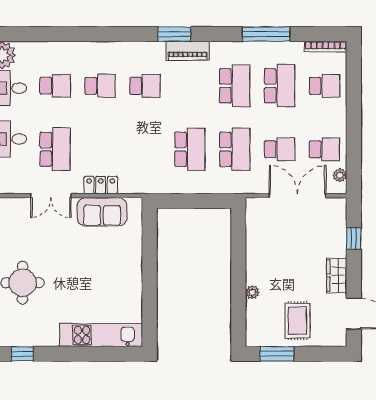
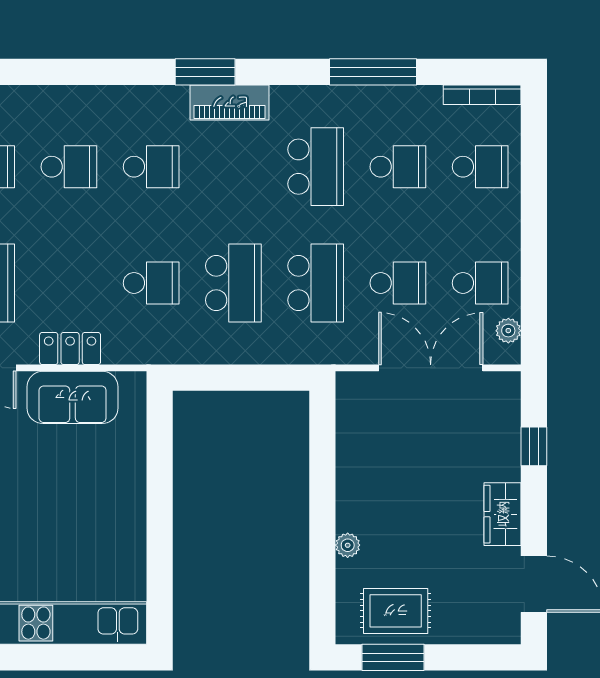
school desk: (280, 86) -> (398, 167), width x0.54
school desk: (145, 149) -> (151, 283), added
rug: (297, 321) -> (396, 611), moved, turned 90

